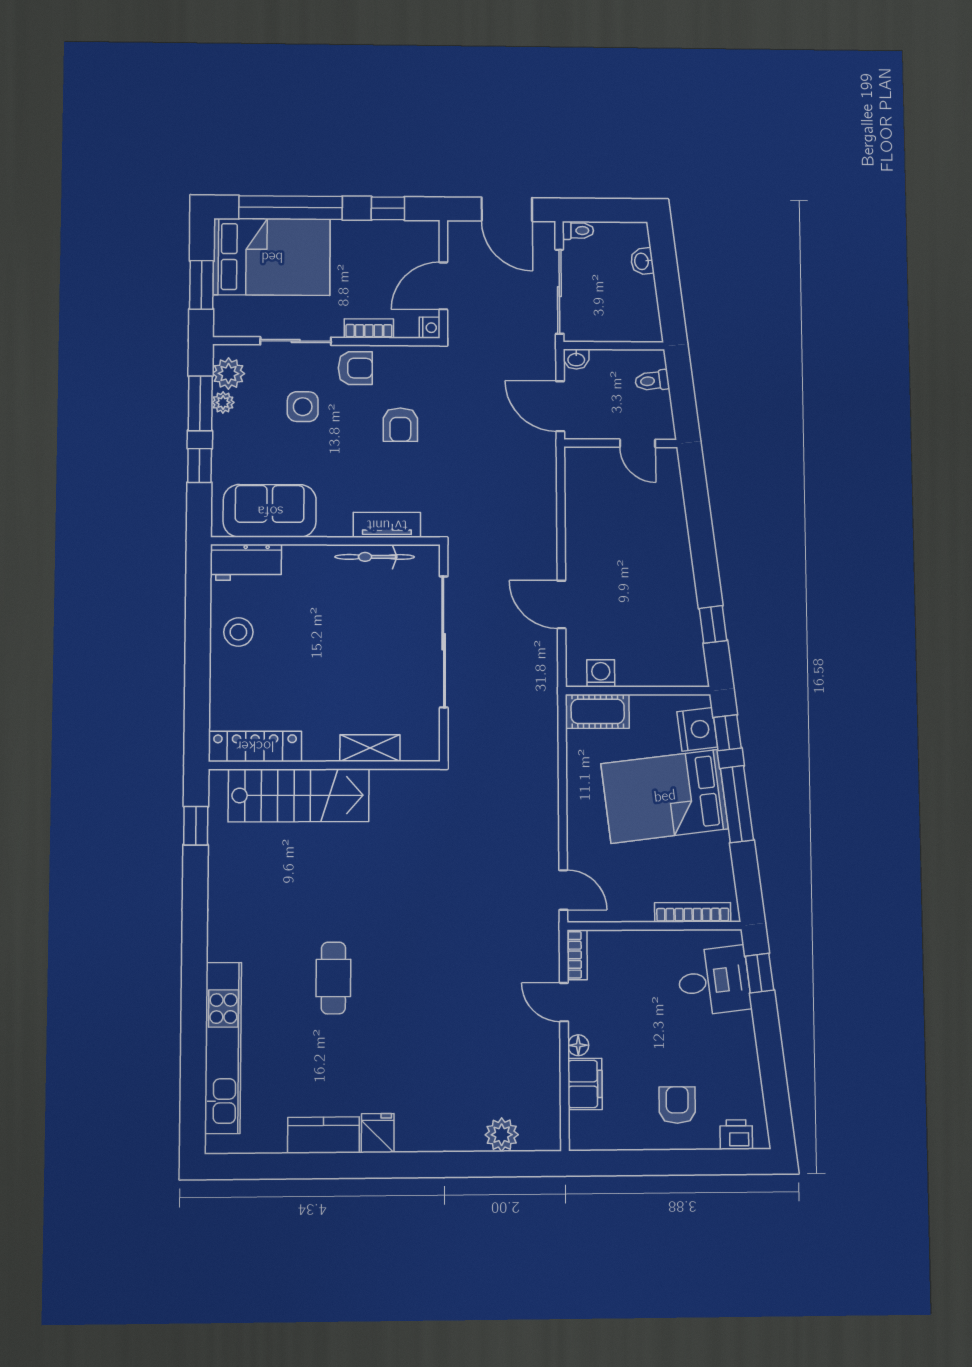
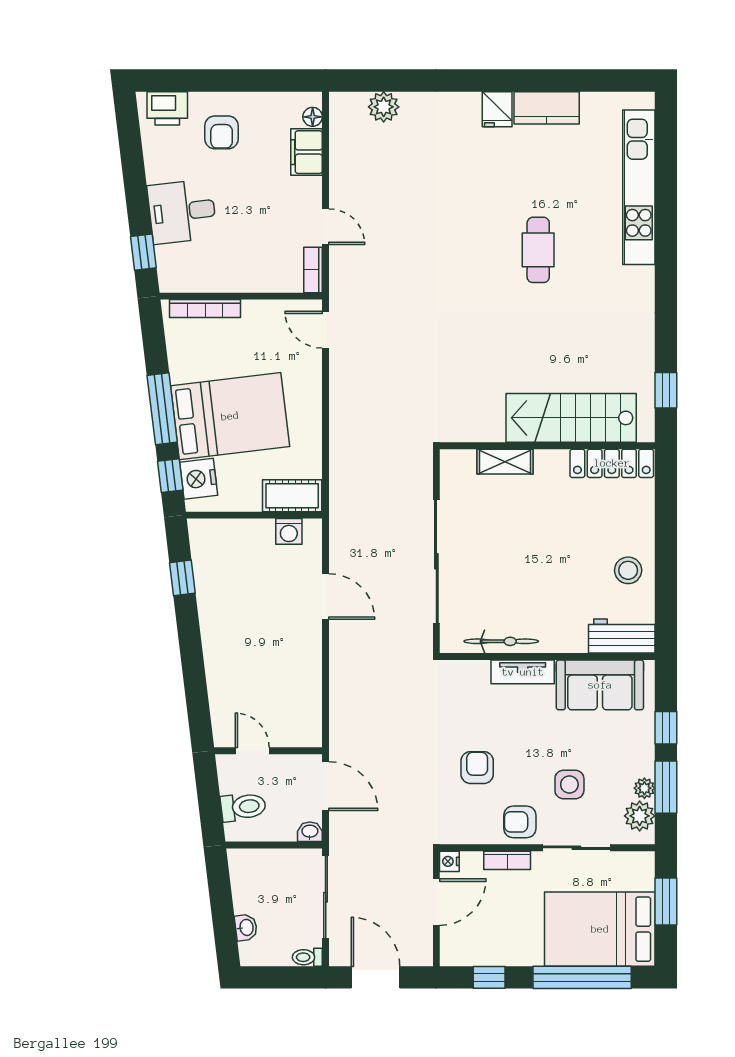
toilet: (652, 381) -> (243, 807), width x1.37, depth x1.39
tv unit: (387, 525) -> (523, 672), moved
desk: (714, 981) -> (182, 212), moved
floor lamp: (578, 1045) -> (313, 117), moved
printer: (736, 1135) -> (167, 108), width x1.36, depth x1.24

